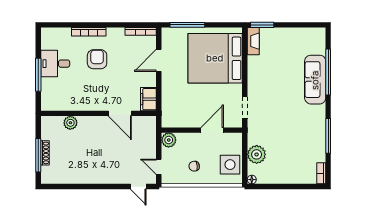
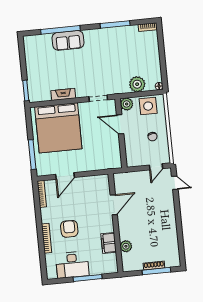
fireplace: (253, 41) -> (63, 94), moved
armchair: (97, 59) -> (69, 229), turned 90
door: (159, 60) -> (65, 176), hinge flipped
desk: (55, 64) -> (72, 265), width x1.37
sofa: (315, 80) -> (68, 40), width x0.73
filing cabinet: (148, 99) -> (109, 243), moved, turned 90
plant: (169, 140) -> (127, 104), moved
door: (138, 187) -> (175, 183), hinge flipped

